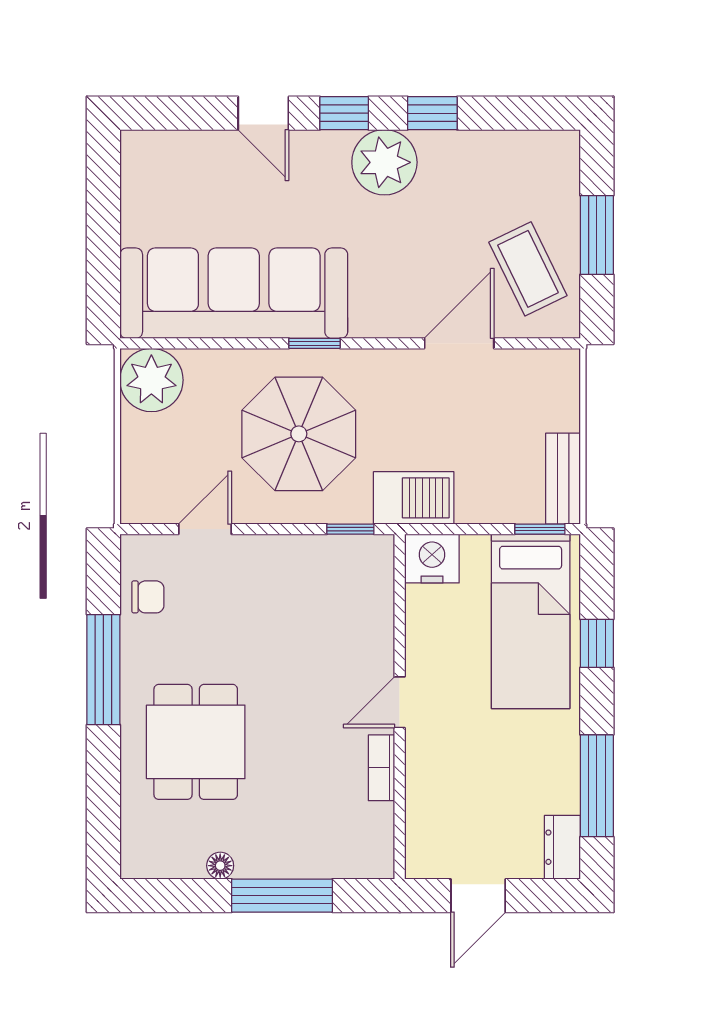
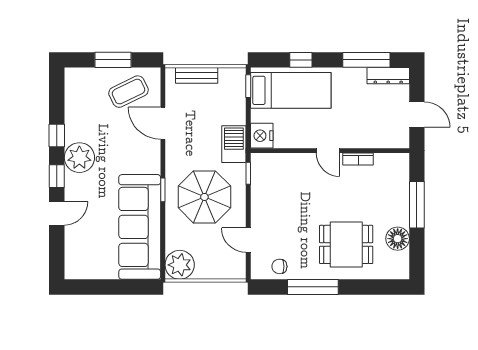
bench: (563, 479) -> (197, 75), moved
chair: (148, 597) -> (279, 266), turned -90
dresser: (562, 847) -> (388, 76), width x1.44
floor lamp: (220, 866) -> (398, 239), width x1.89, depth x1.89

